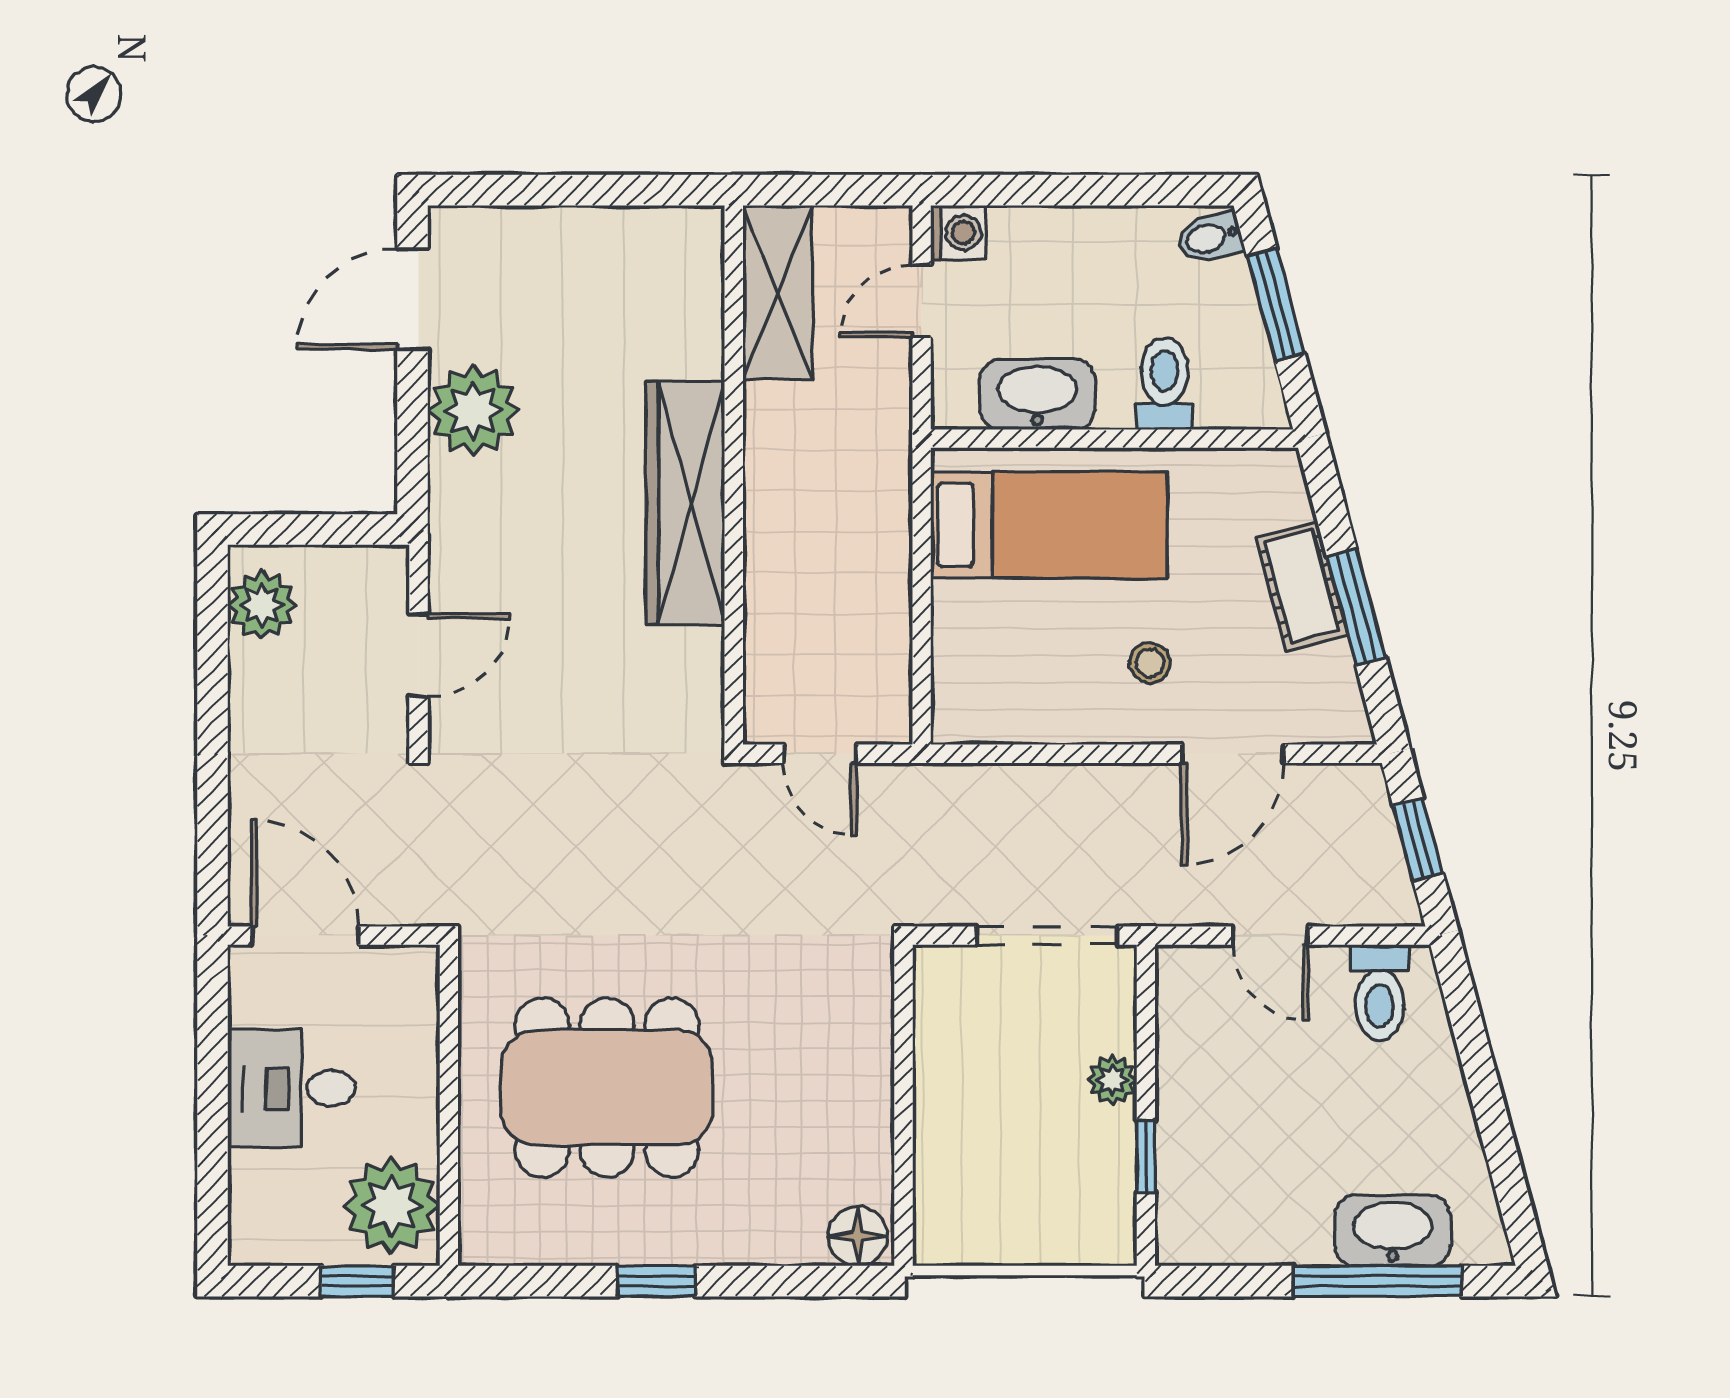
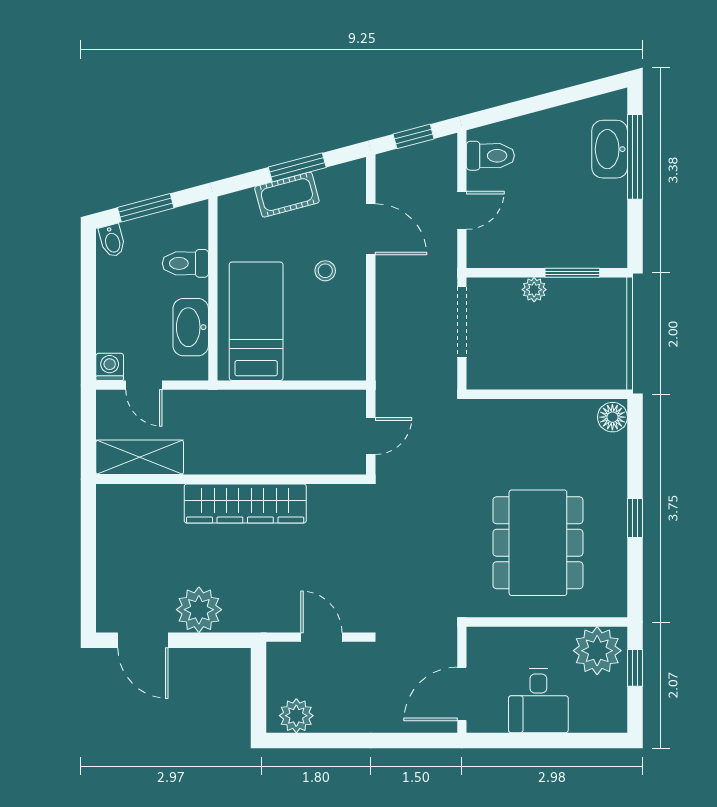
window: (1146, 1156) -> (572, 273), width x1.50

